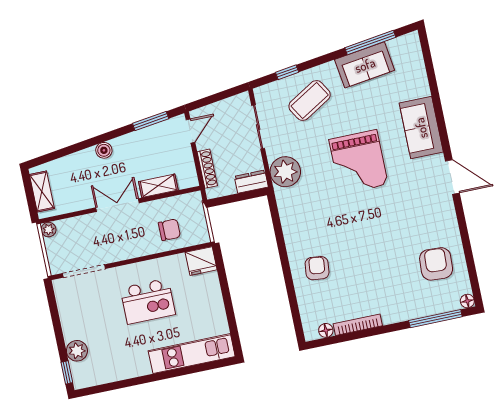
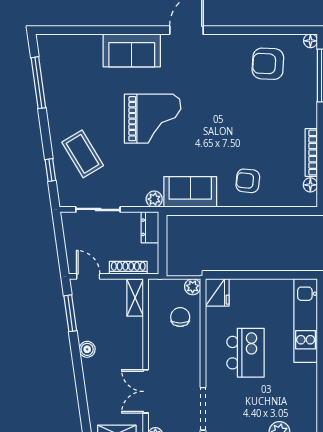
sofa: (365, 65) -> (190, 192), moved, turned -82
boiler: (104, 150) -> (87, 349), moved
plant: (285, 172) -> (154, 199), width x0.53, depth x0.53
shelving: (158, 186) -> (135, 298), moved
double door: (117, 205) -> (146, 391), moved
plant: (202, 236) -> (193, 287), added

